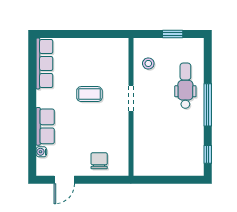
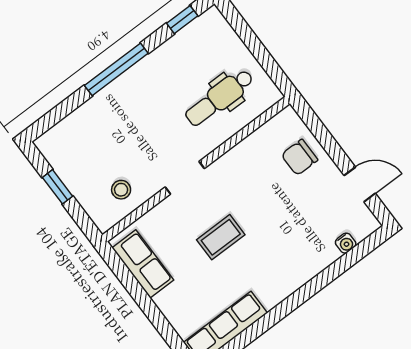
dental chair: (185, 86) -> (219, 98), moved
coffee table: (89, 94) -> (221, 237), turned 90
row of seats: (45, 126) -> (143, 264), moved, turned 90

